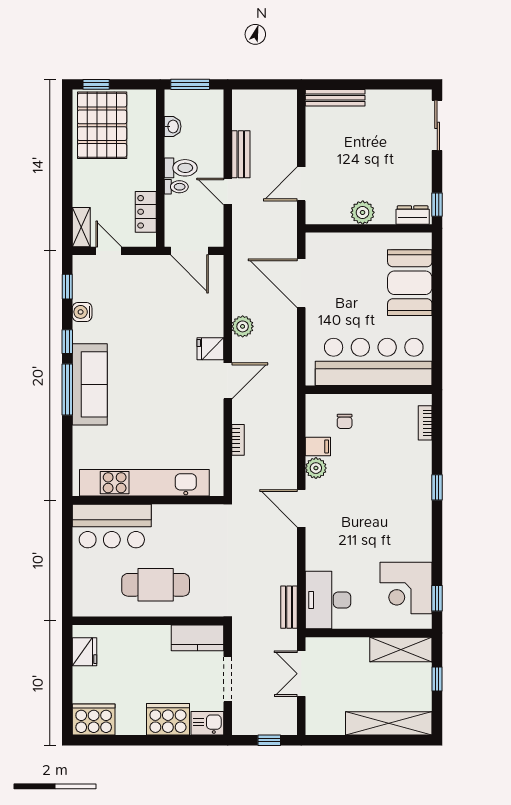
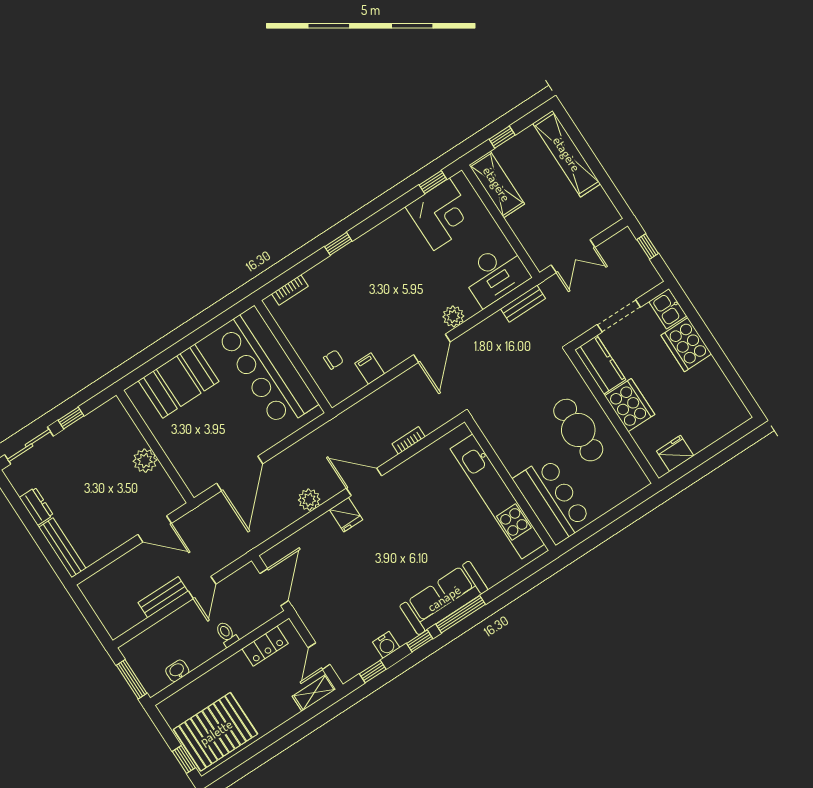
toilet: (181, 168) -> (208, 641), removed
window: (437, 205) -> (71, 418), moved
dresser: (413, 215) -> (36, 506), moved, turned 180
plant: (316, 468) -> (453, 316), moved
cooker: (94, 719) -> (630, 405), moved, turned 180

